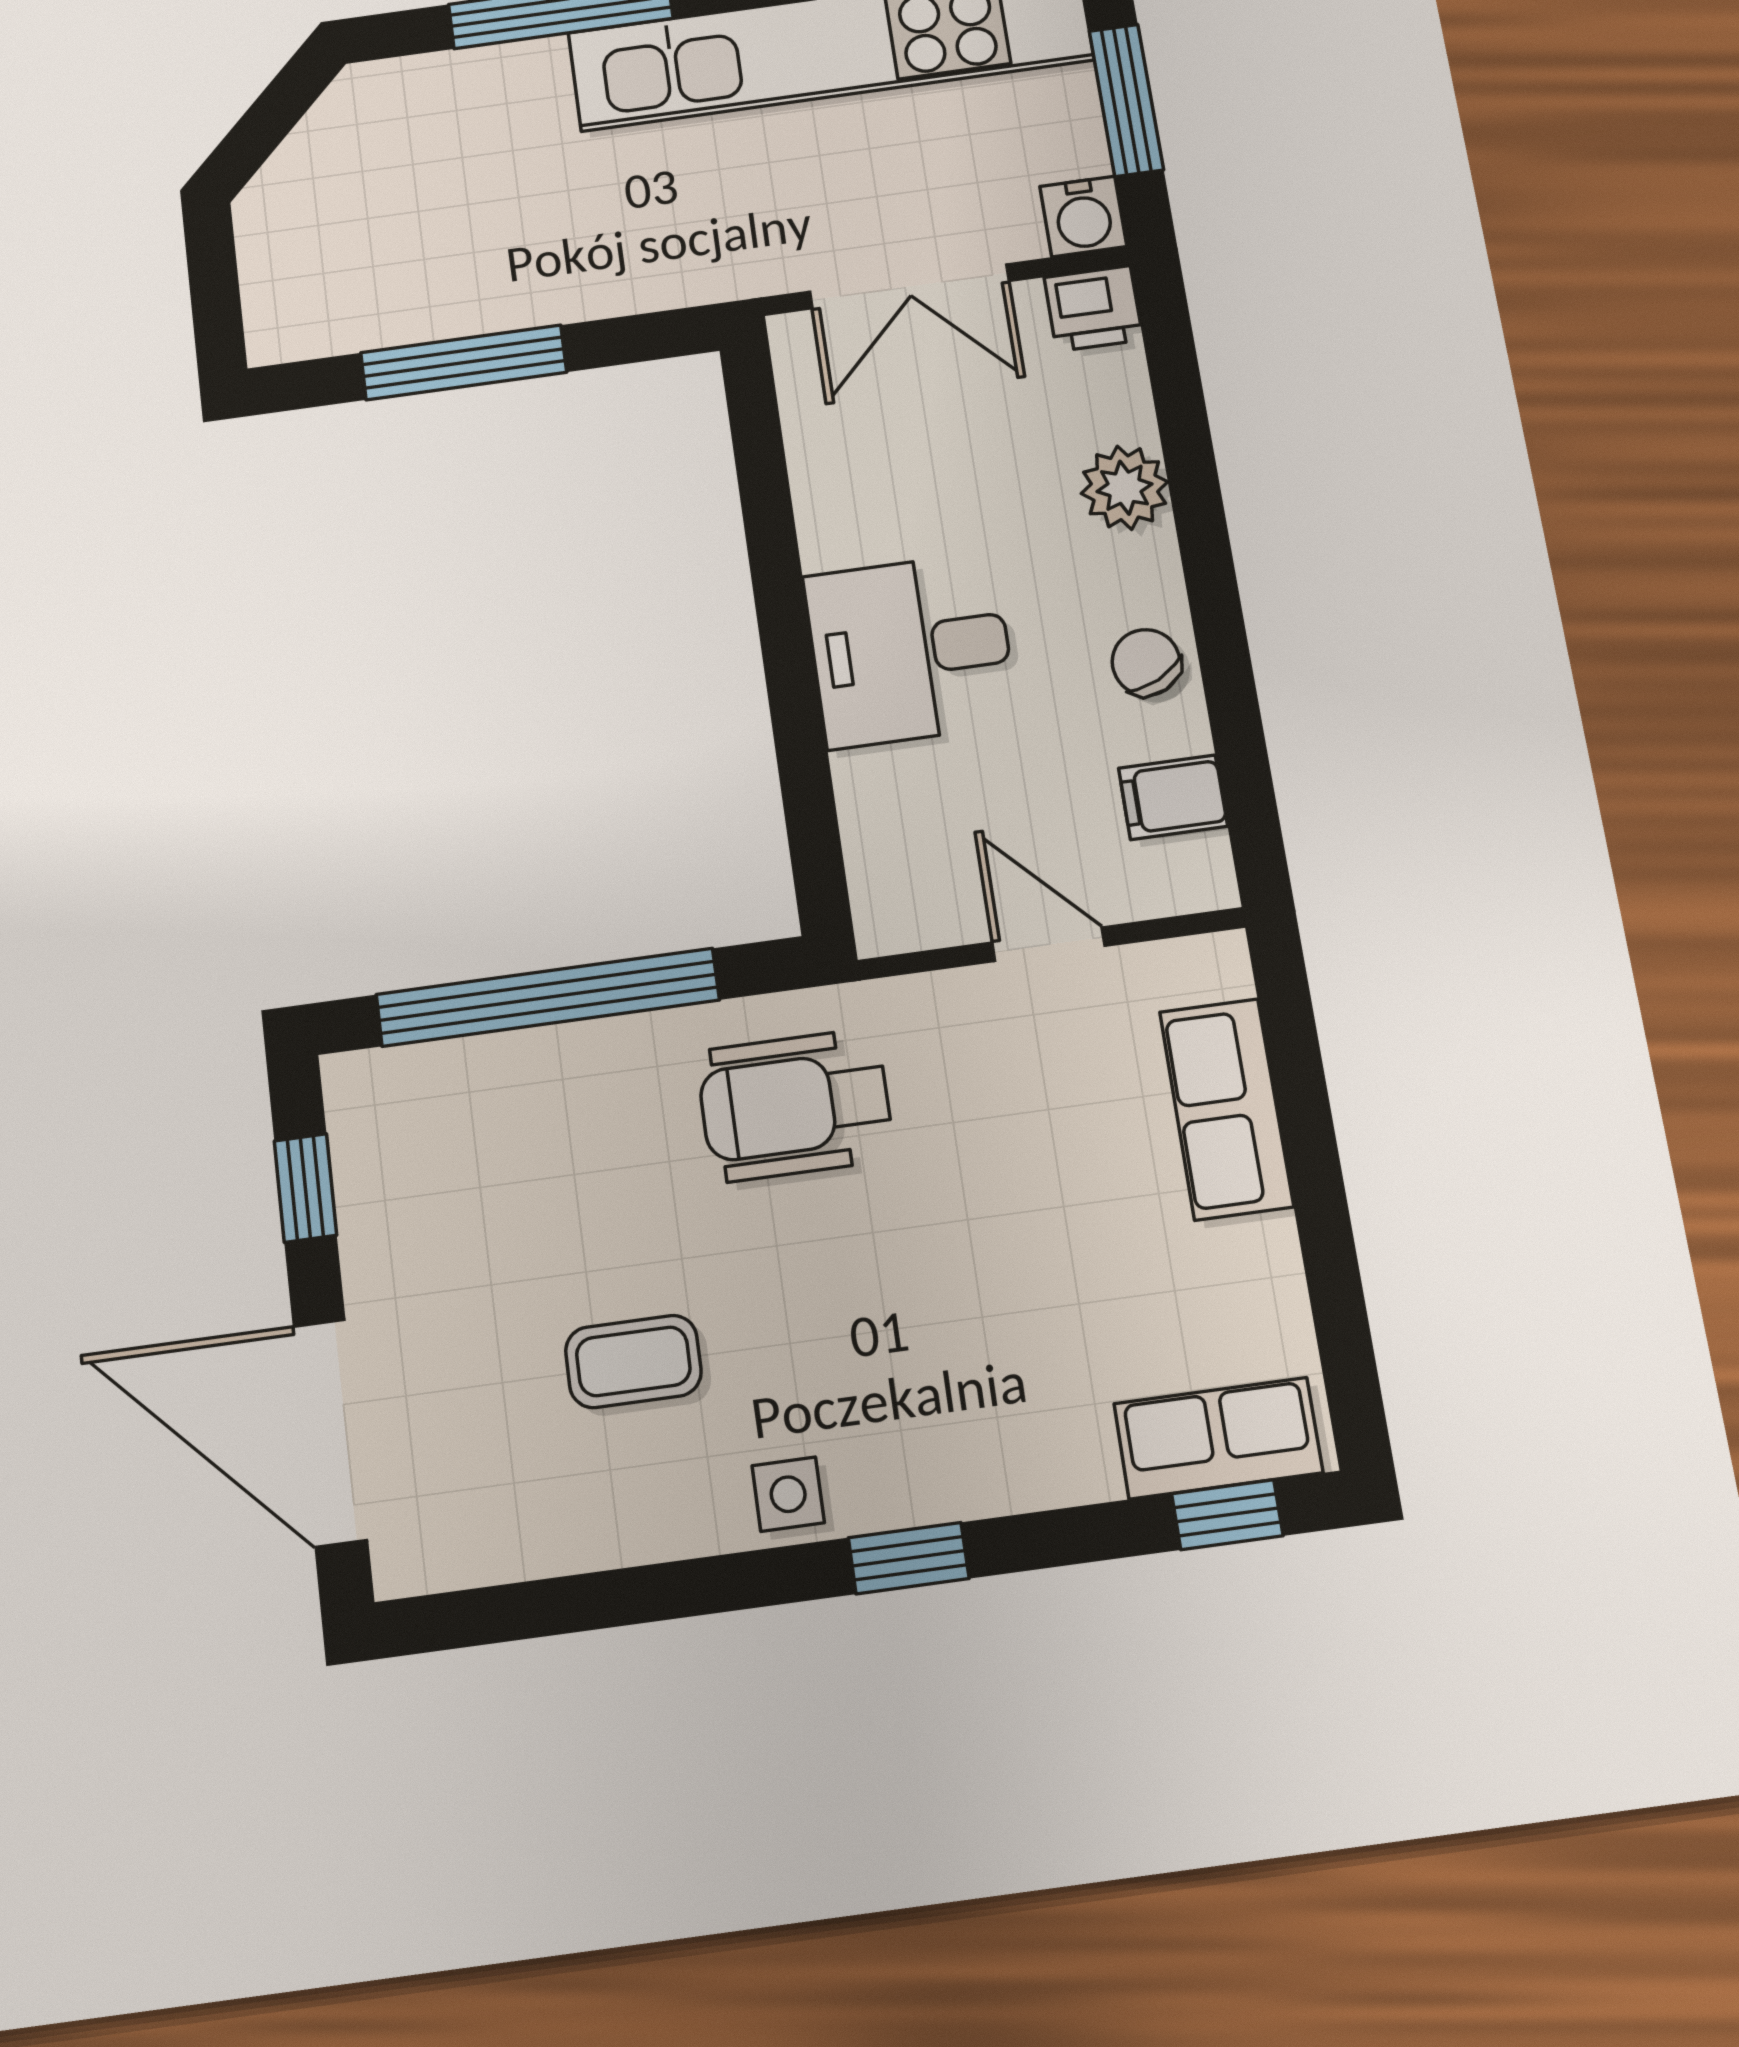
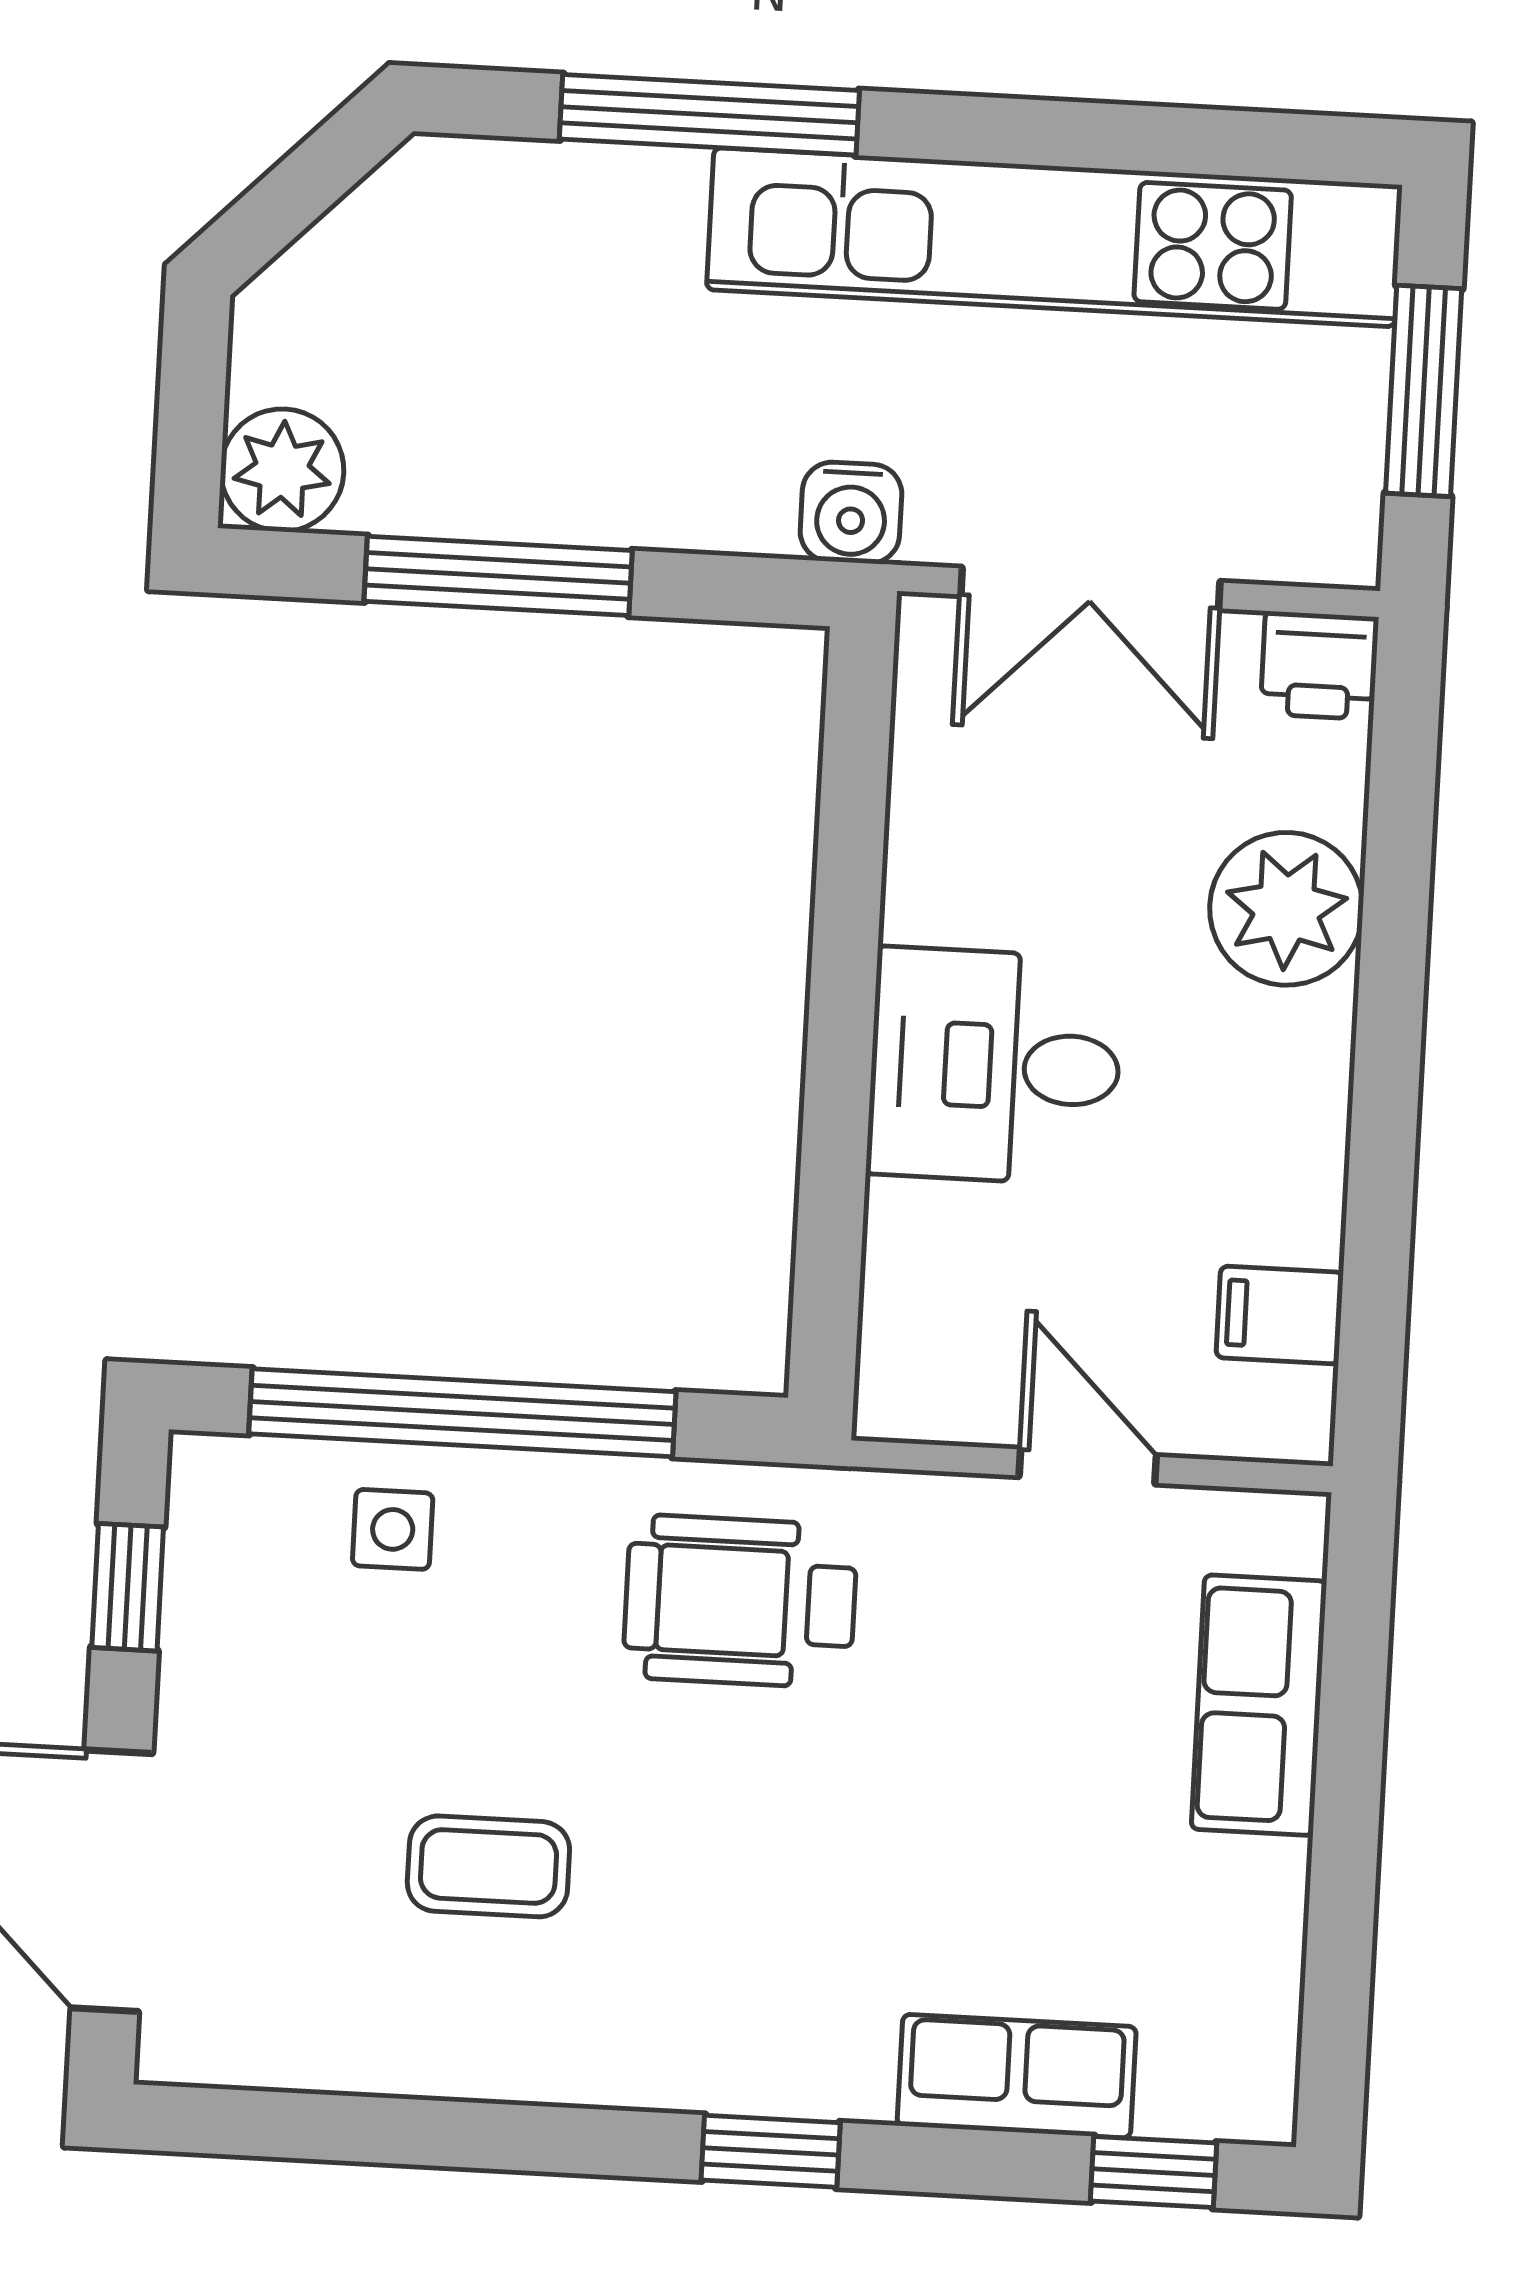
water cooler: (1083, 216) -> (851, 513), moved
plant: (289, 318) -> (282, 470), added
plant: (1124, 488) -> (1286, 909), width x1.36, depth x1.36
chair: (1146, 662) -> (1284, 1139), removed
row of seats: (1218, 1438) -> (1017, 2076), moved
side table: (788, 1494) -> (393, 1529), moved

